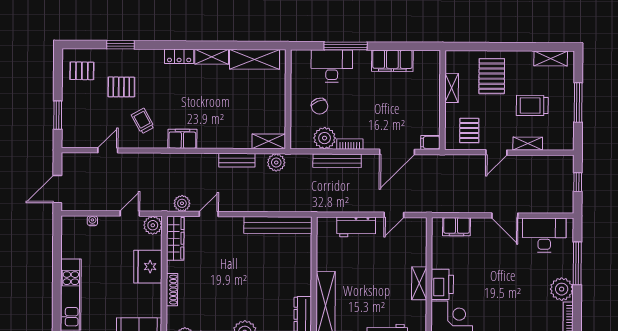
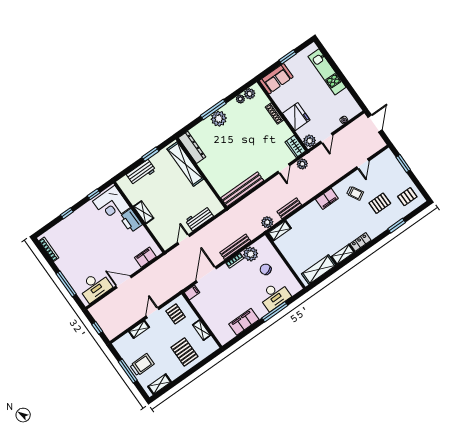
trolley: (532, 105) -> (142, 365), moved
wardrobe: (175, 238) -> (295, 146), width x0.67
plant: (562, 289) -> (65, 264), removed

